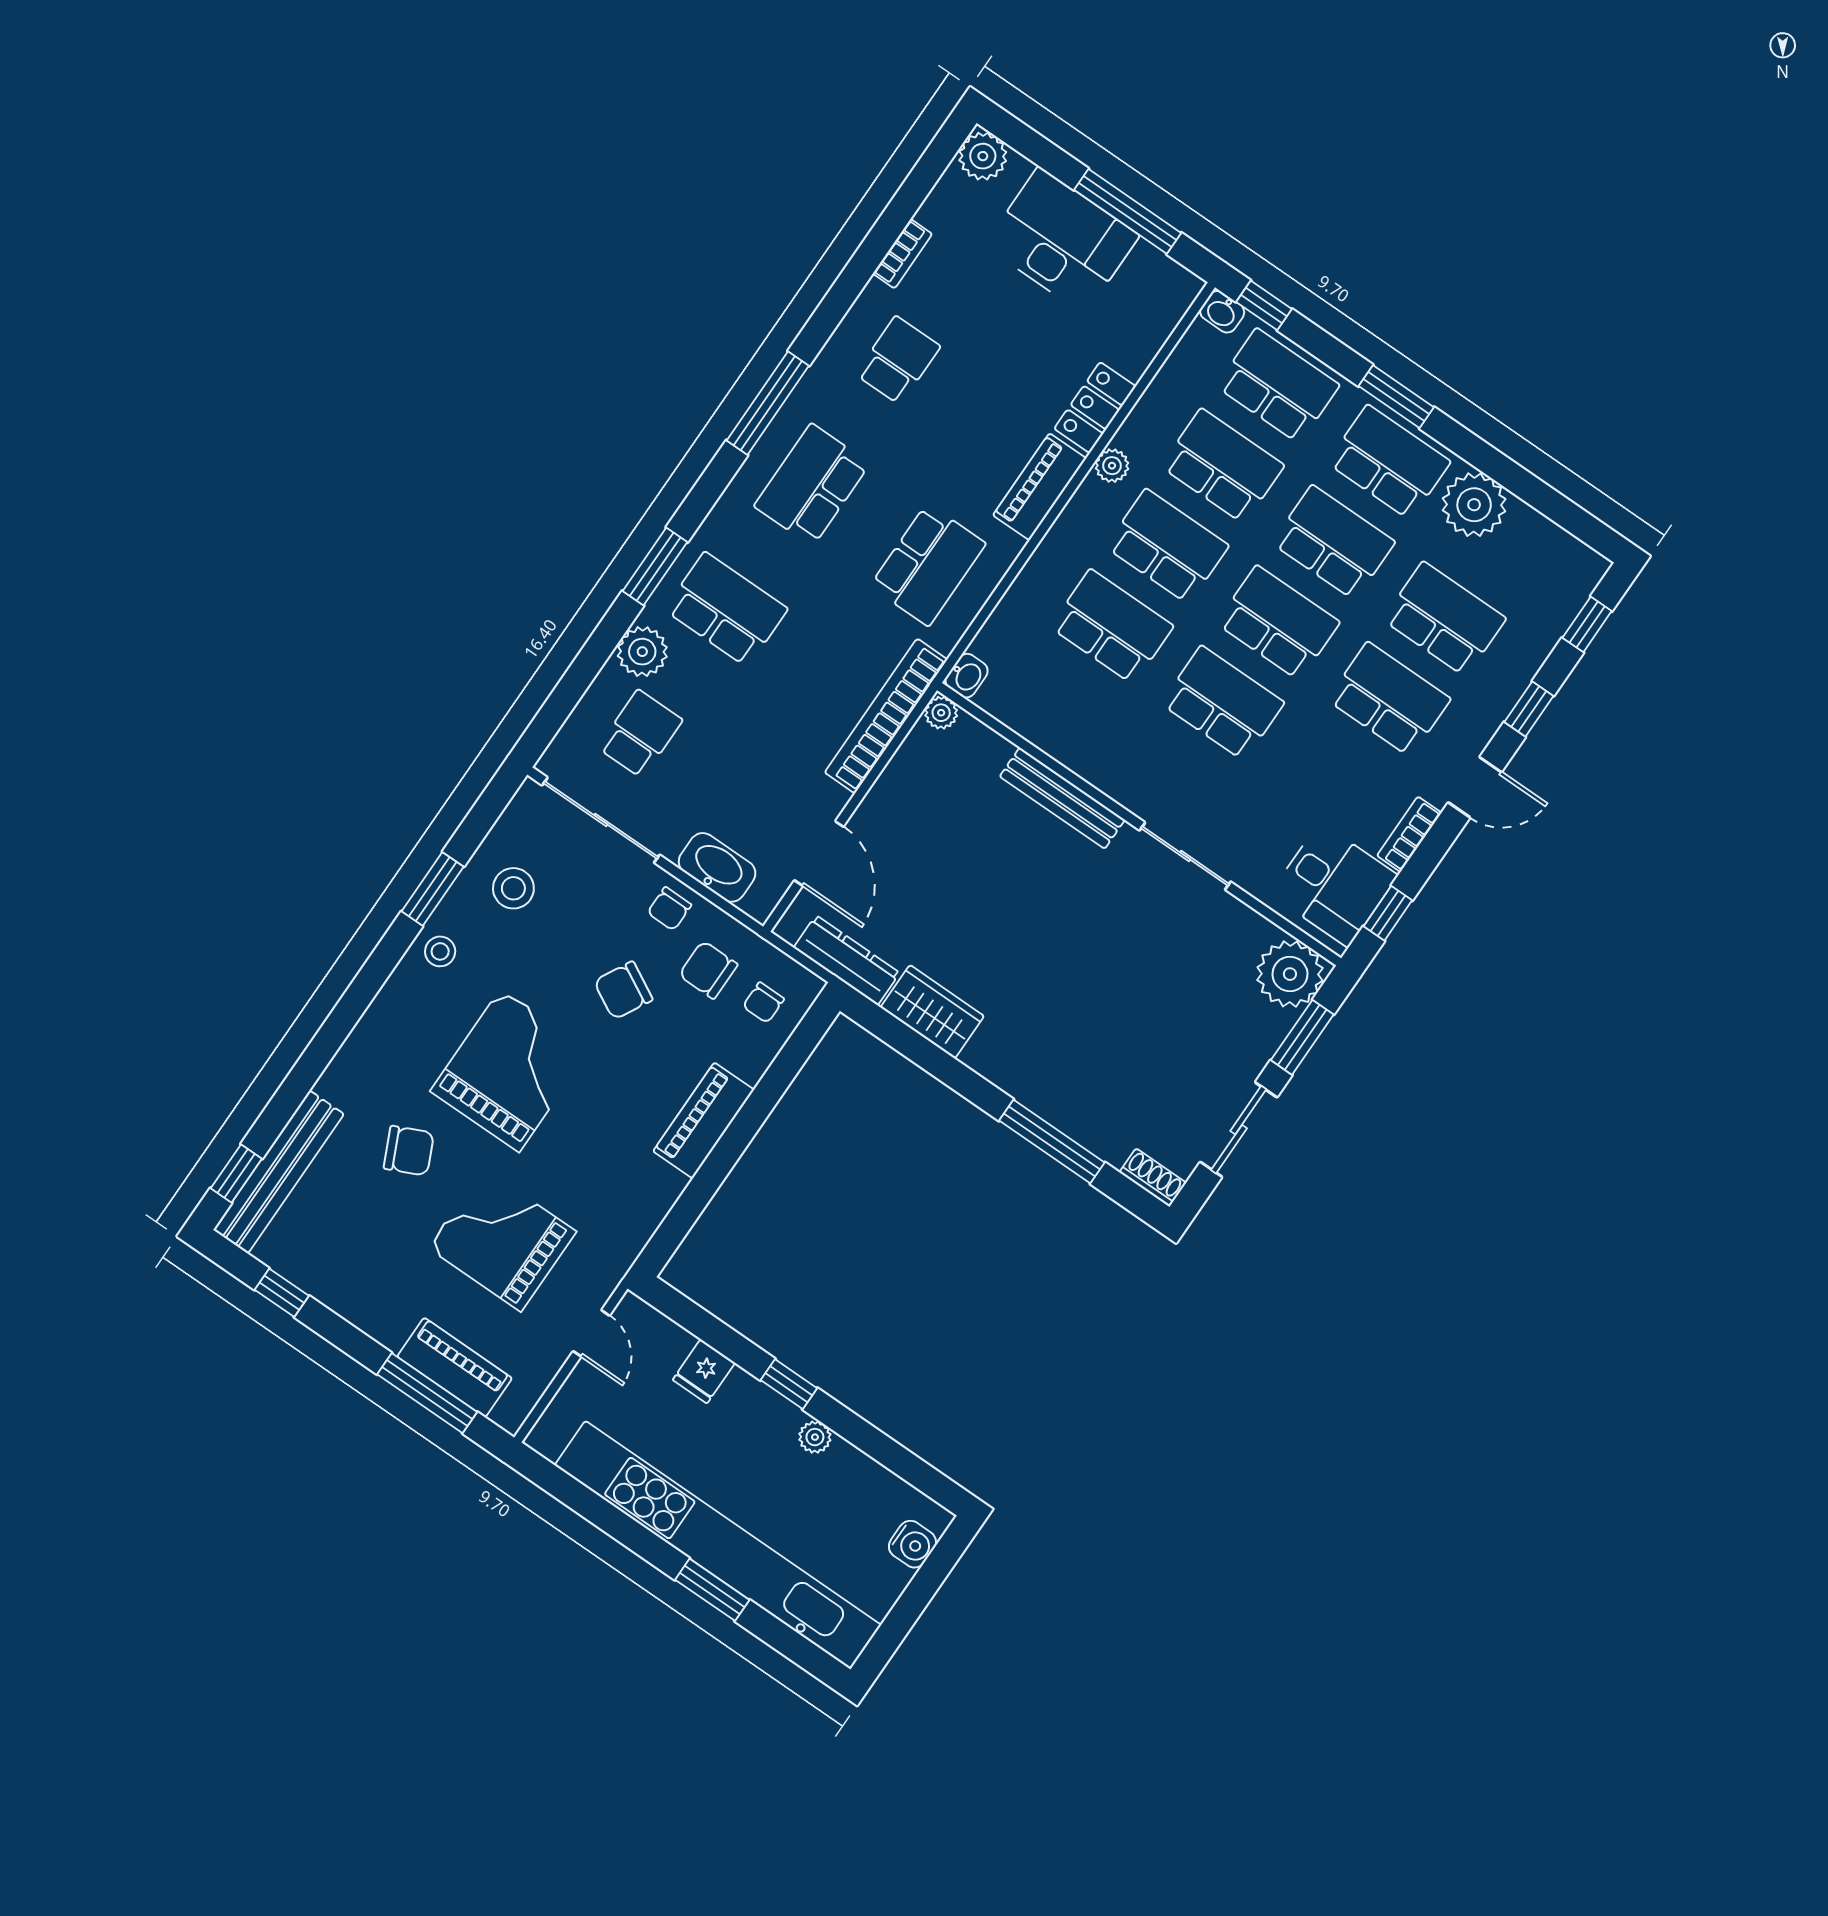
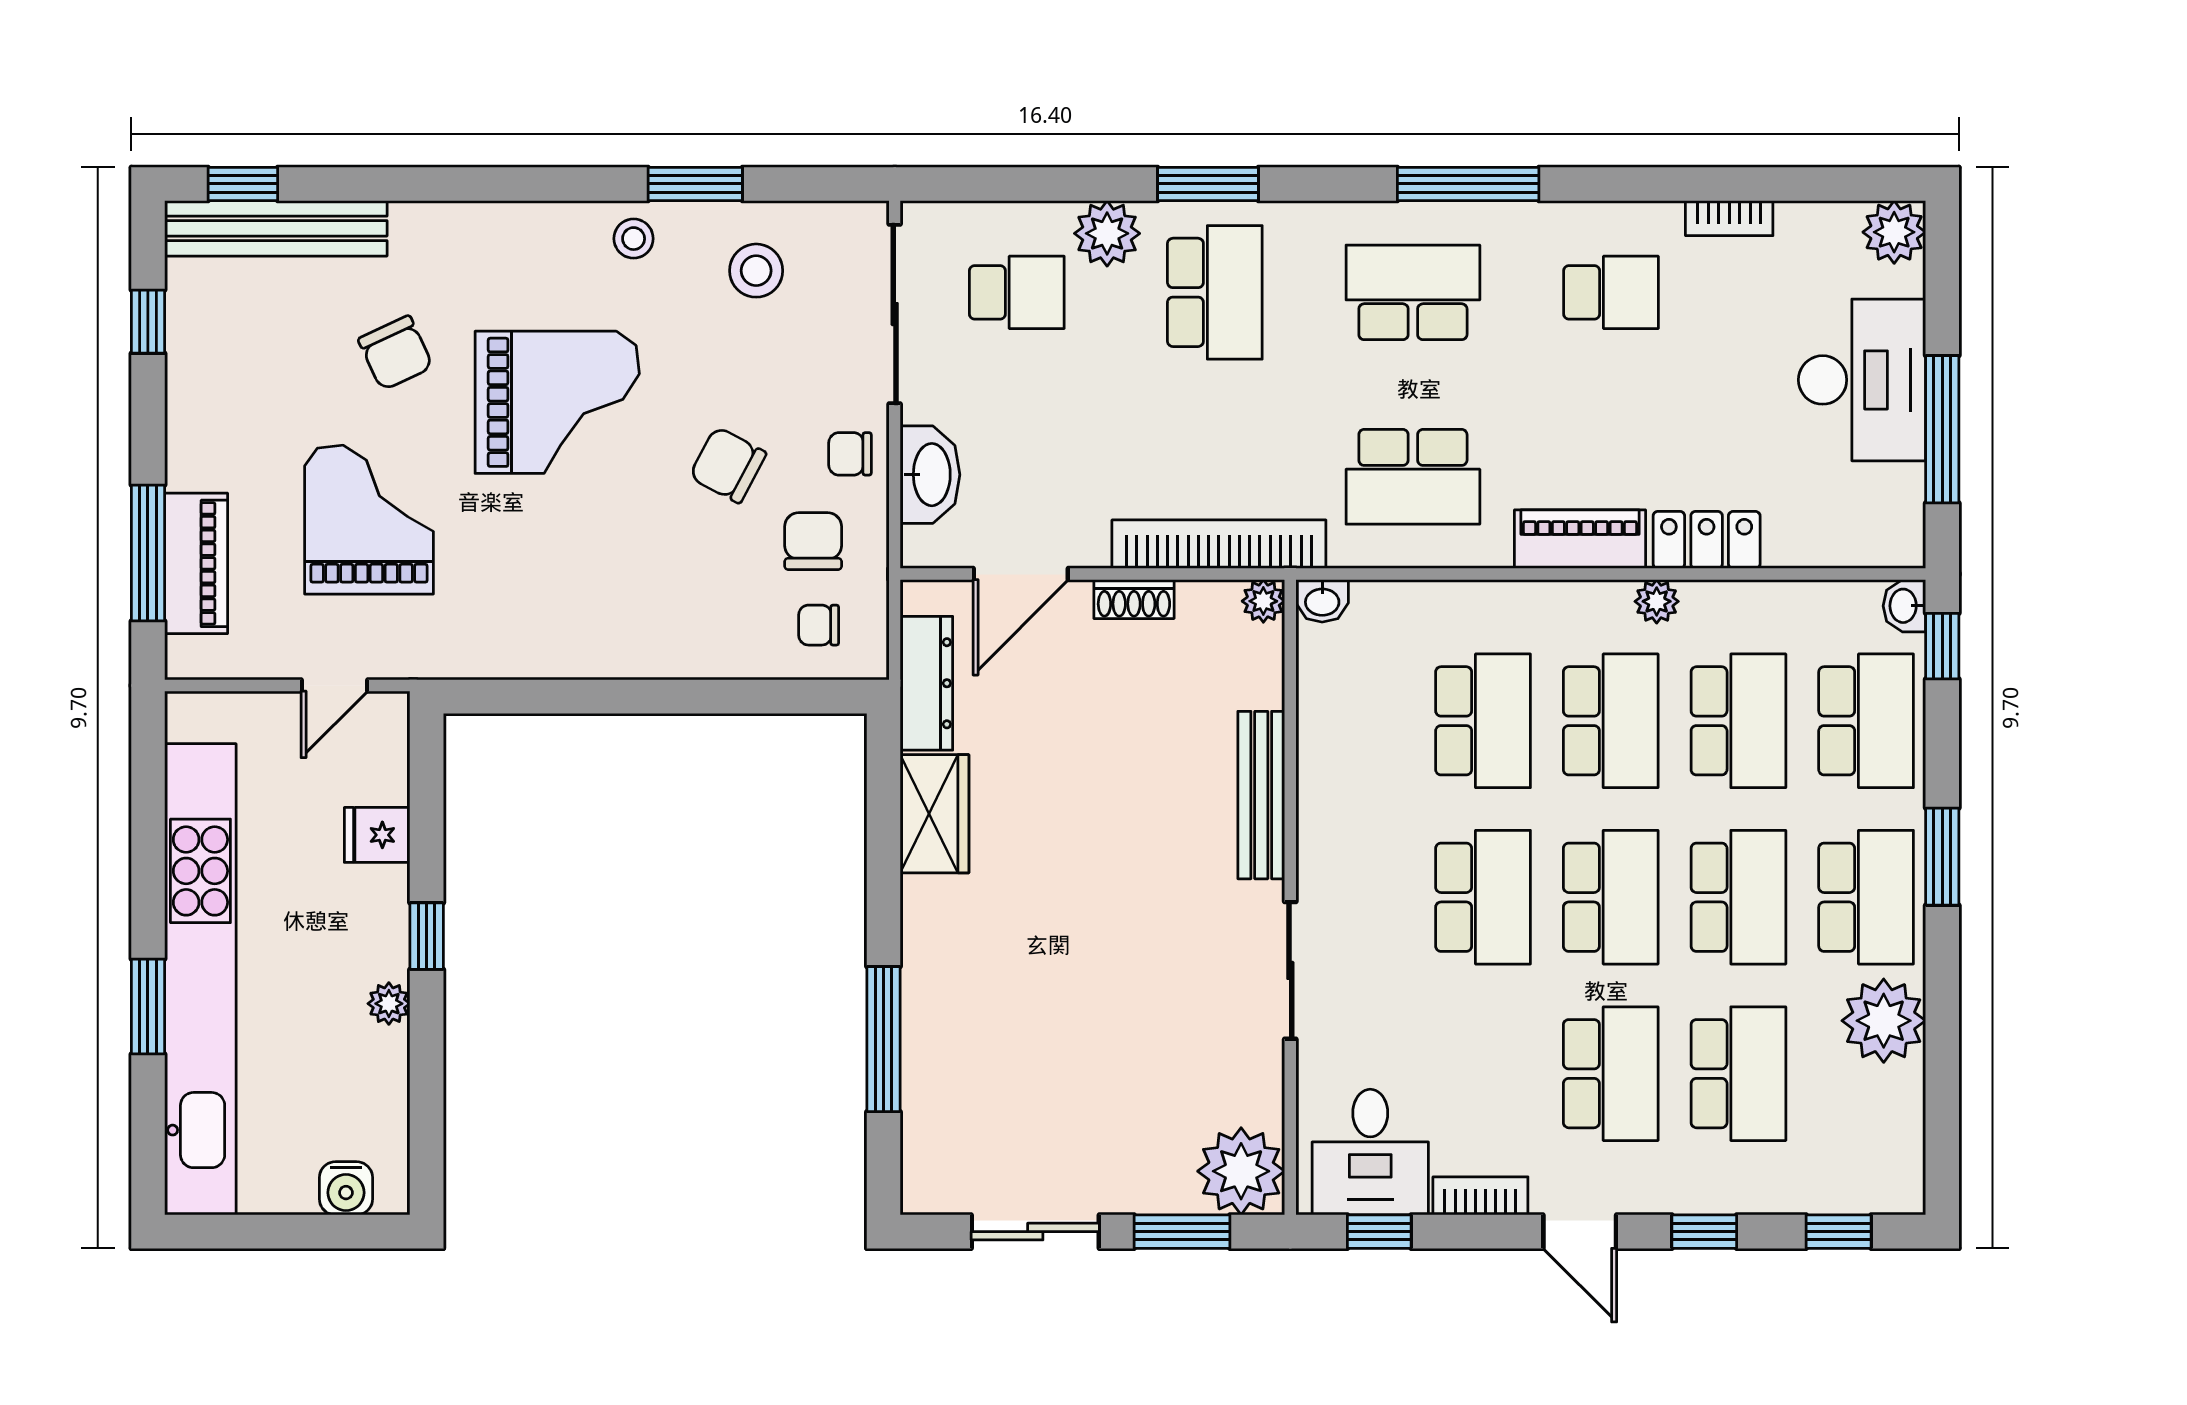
piano: (704, 1120) -> (647, 648), removed
shoe rack: (1153, 1178) -> (1134, 599), moved, turned 90

